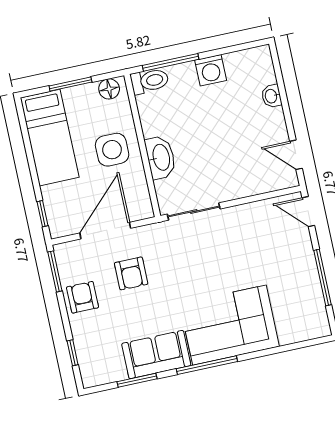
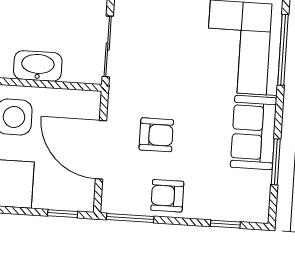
window: (207, 365) -> (283, 50), moved

